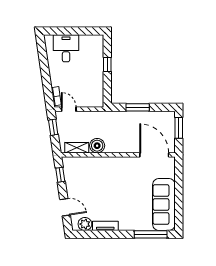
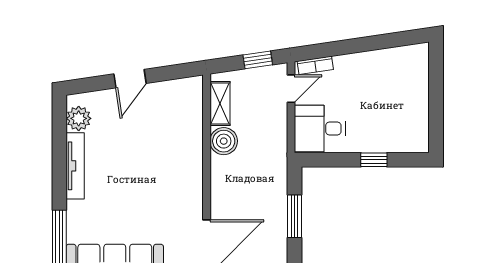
desk: (66, 48) -> (320, 129), moved, turned 180
window: (60, 175) -> (170, 73), removed
door: (65, 207) -> (130, 79), moved
tv unit: (105, 226) -> (75, 166), width x1.41

